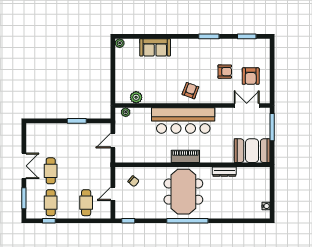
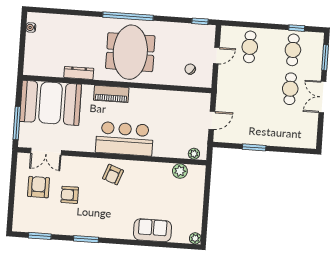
bar counter: (183, 121) -> (124, 139), width x0.73
booth: (252, 151) -> (50, 103), width x1.36, depth x1.42
piano: (185, 156) -> (111, 94), moved

